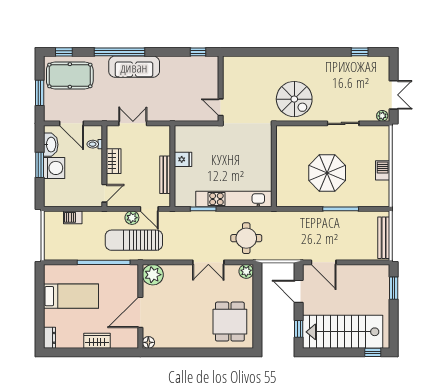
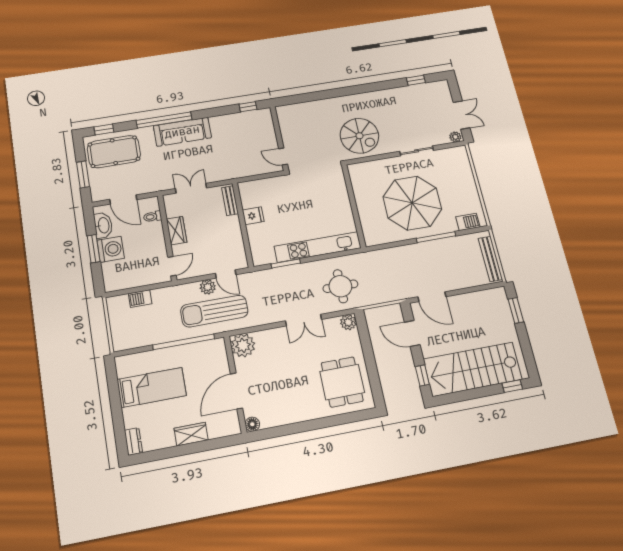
barbecue: (383, 170) -> (468, 222), moved, turned 90
parasol: (327, 173) -> (412, 203), width x1.36, depth x1.36
bench: (165, 175) -> (230, 201), moved, width x0.73

